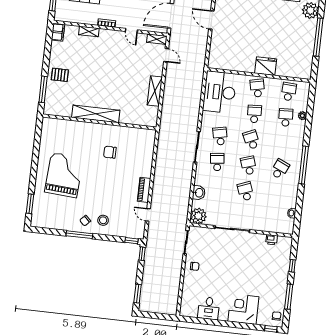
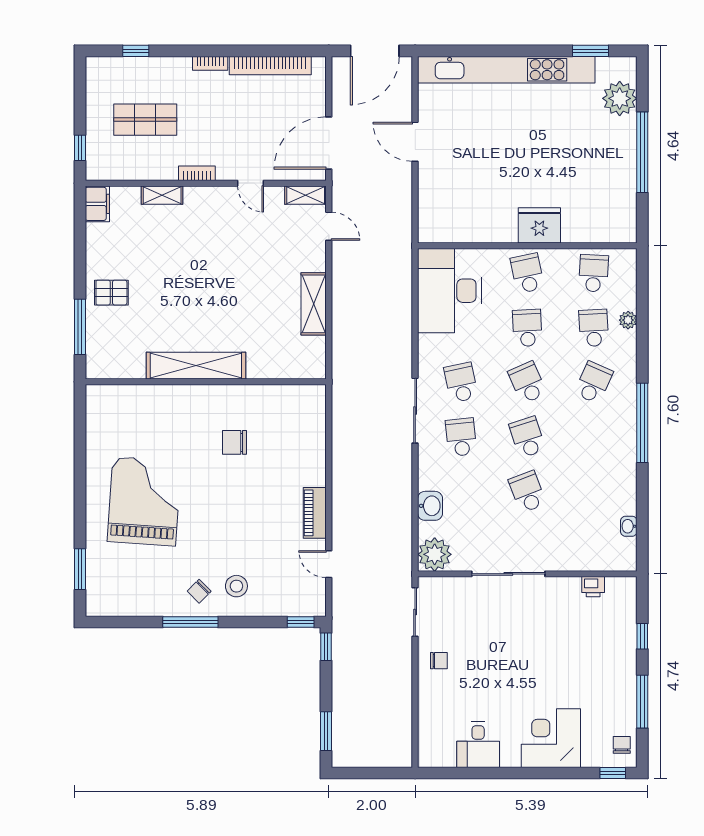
school desk: (280, 169) -> (594, 382), moved

